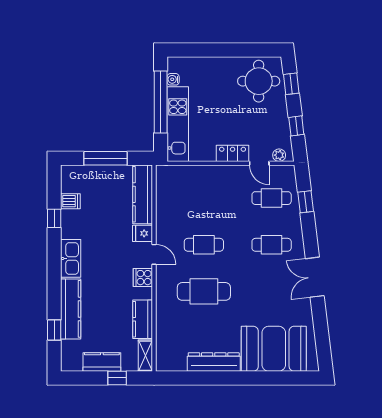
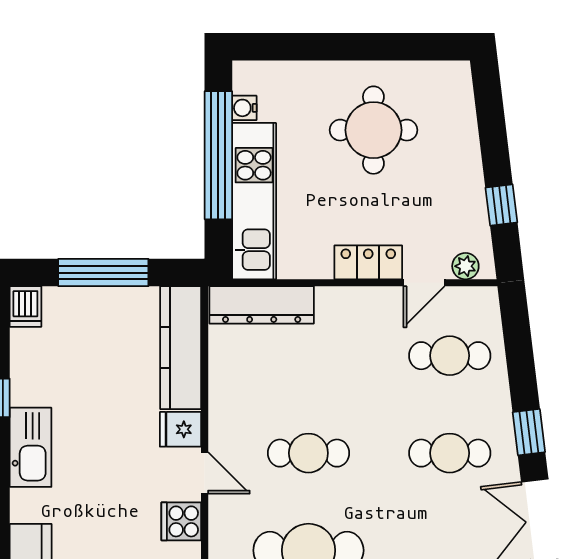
round table: (259, 81) -> (373, 130), moved
window: (291, 84) -> (491, 117), removed
door: (259, 163) -> (424, 283), hinge flipped
dresser: (181, 174) -> (262, 305), added
dishwasher: (70, 201) -> (25, 307), moved, turned 90
window: (306, 202) -> (529, 432), moved
kitchen sink: (71, 258) -> (31, 447), moved

